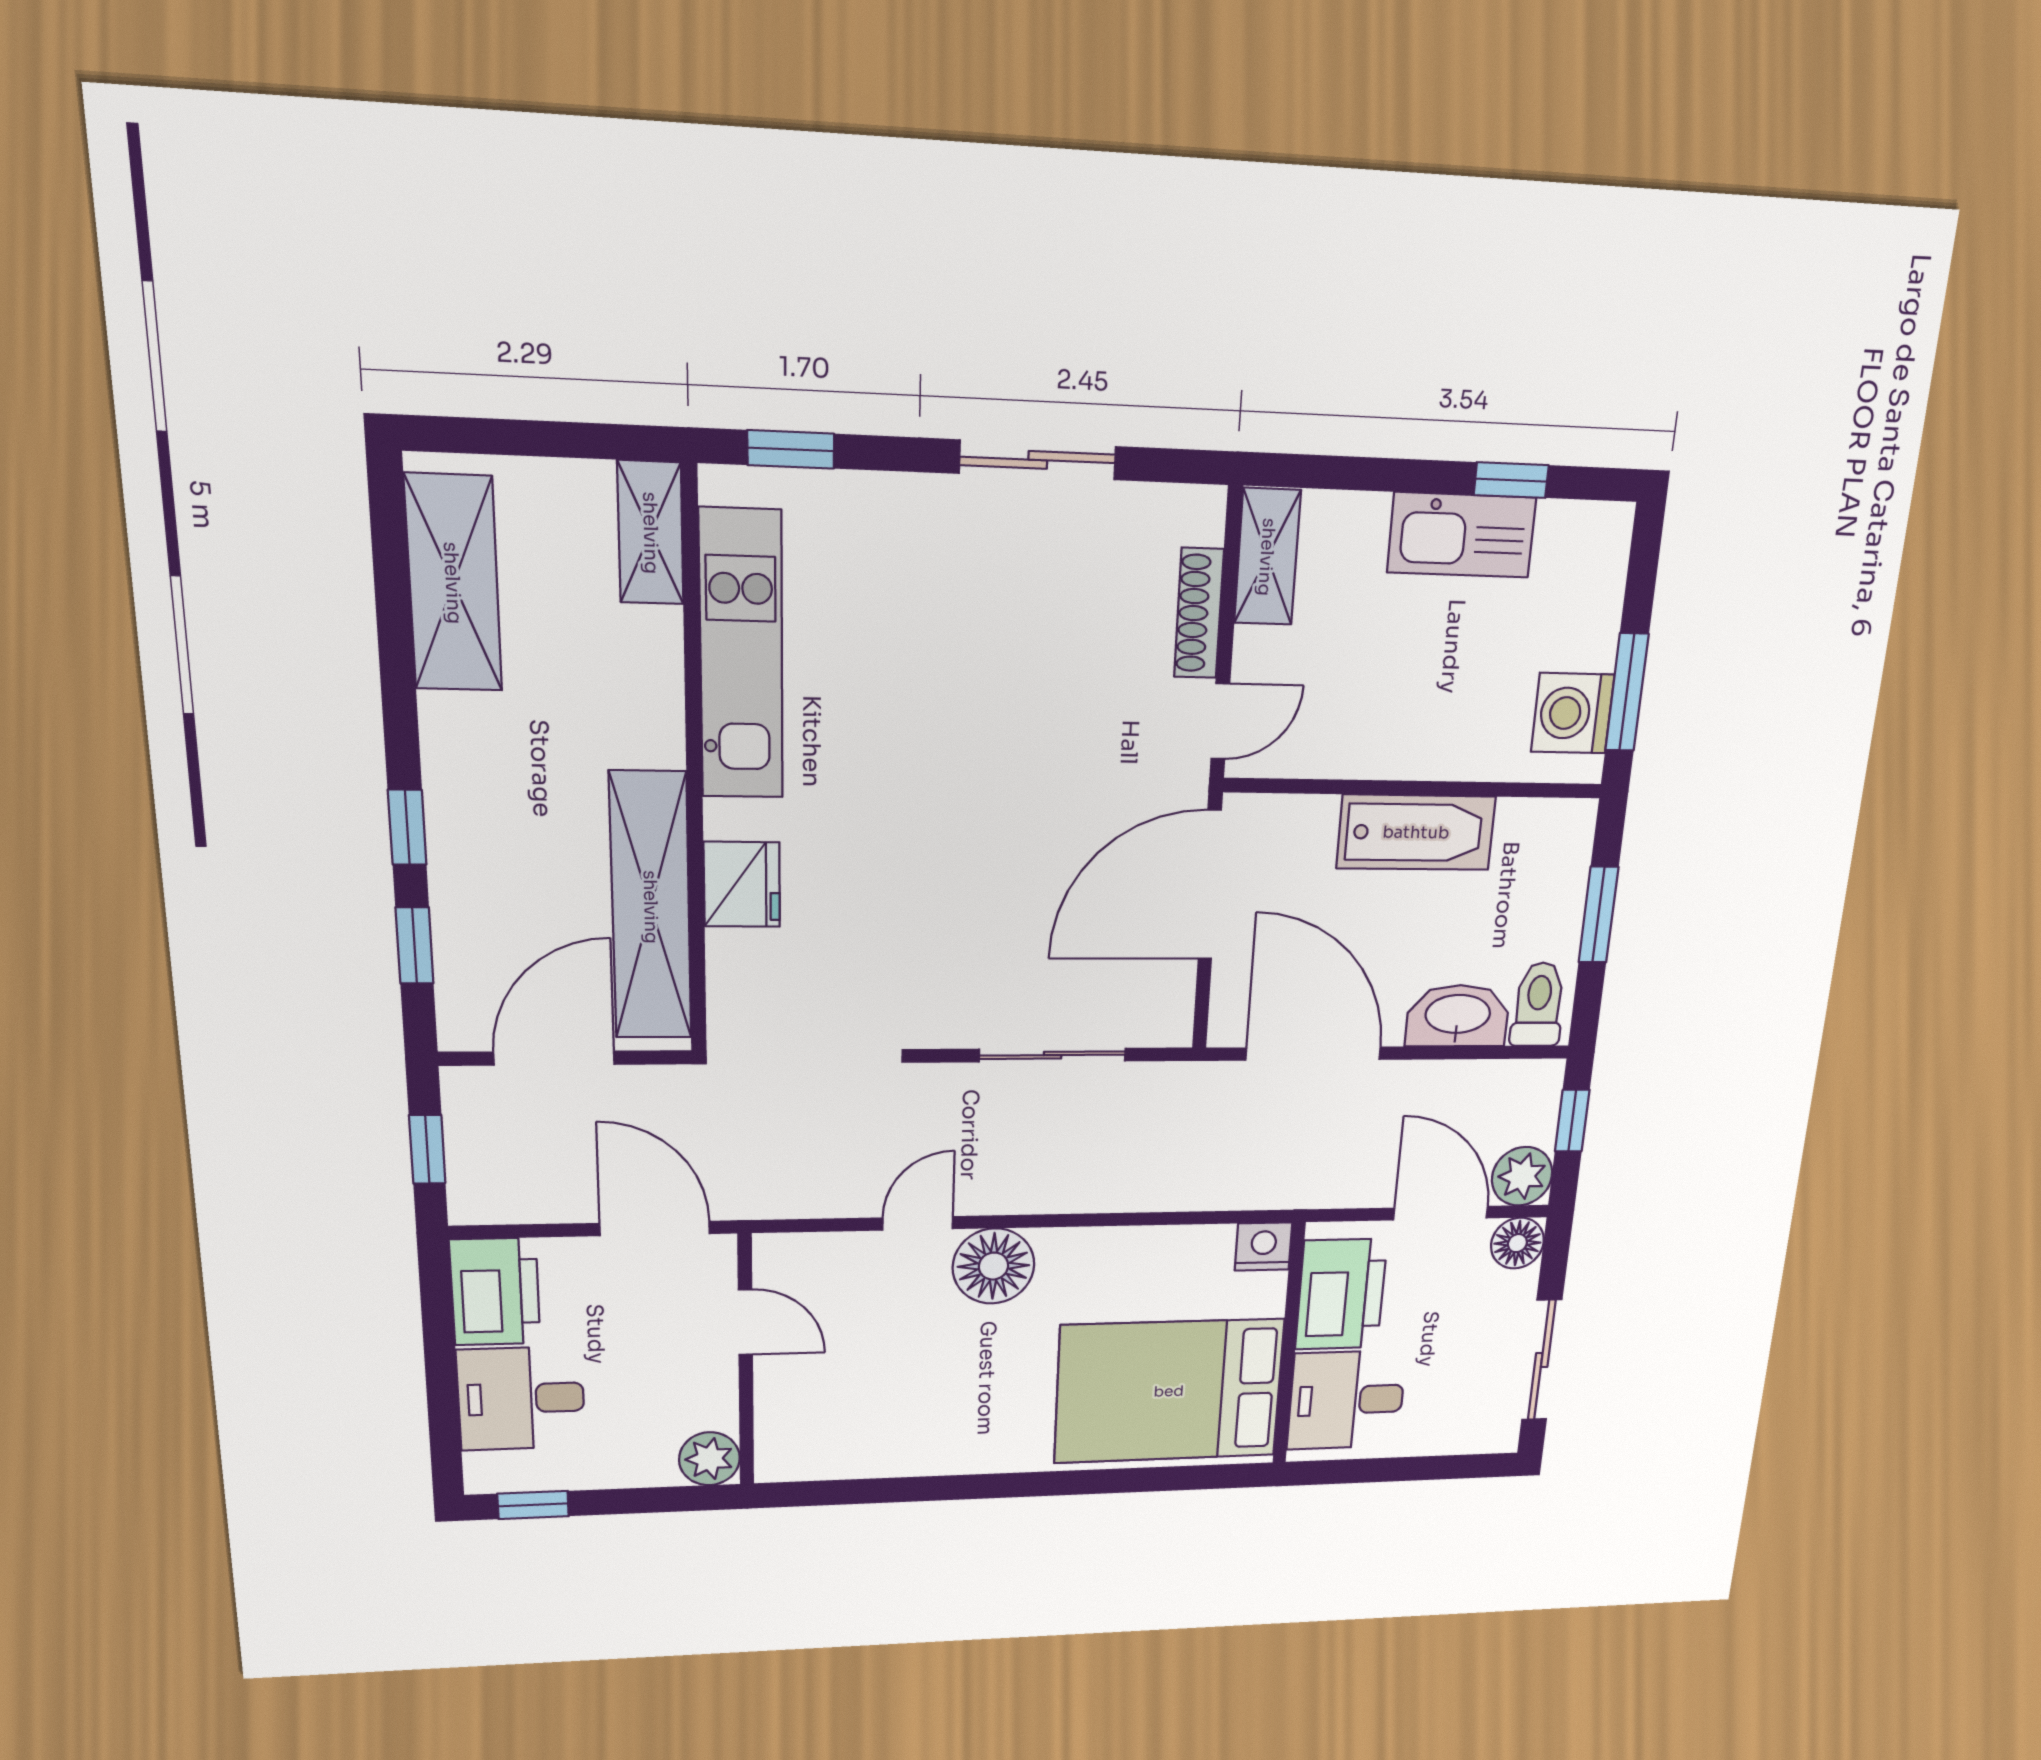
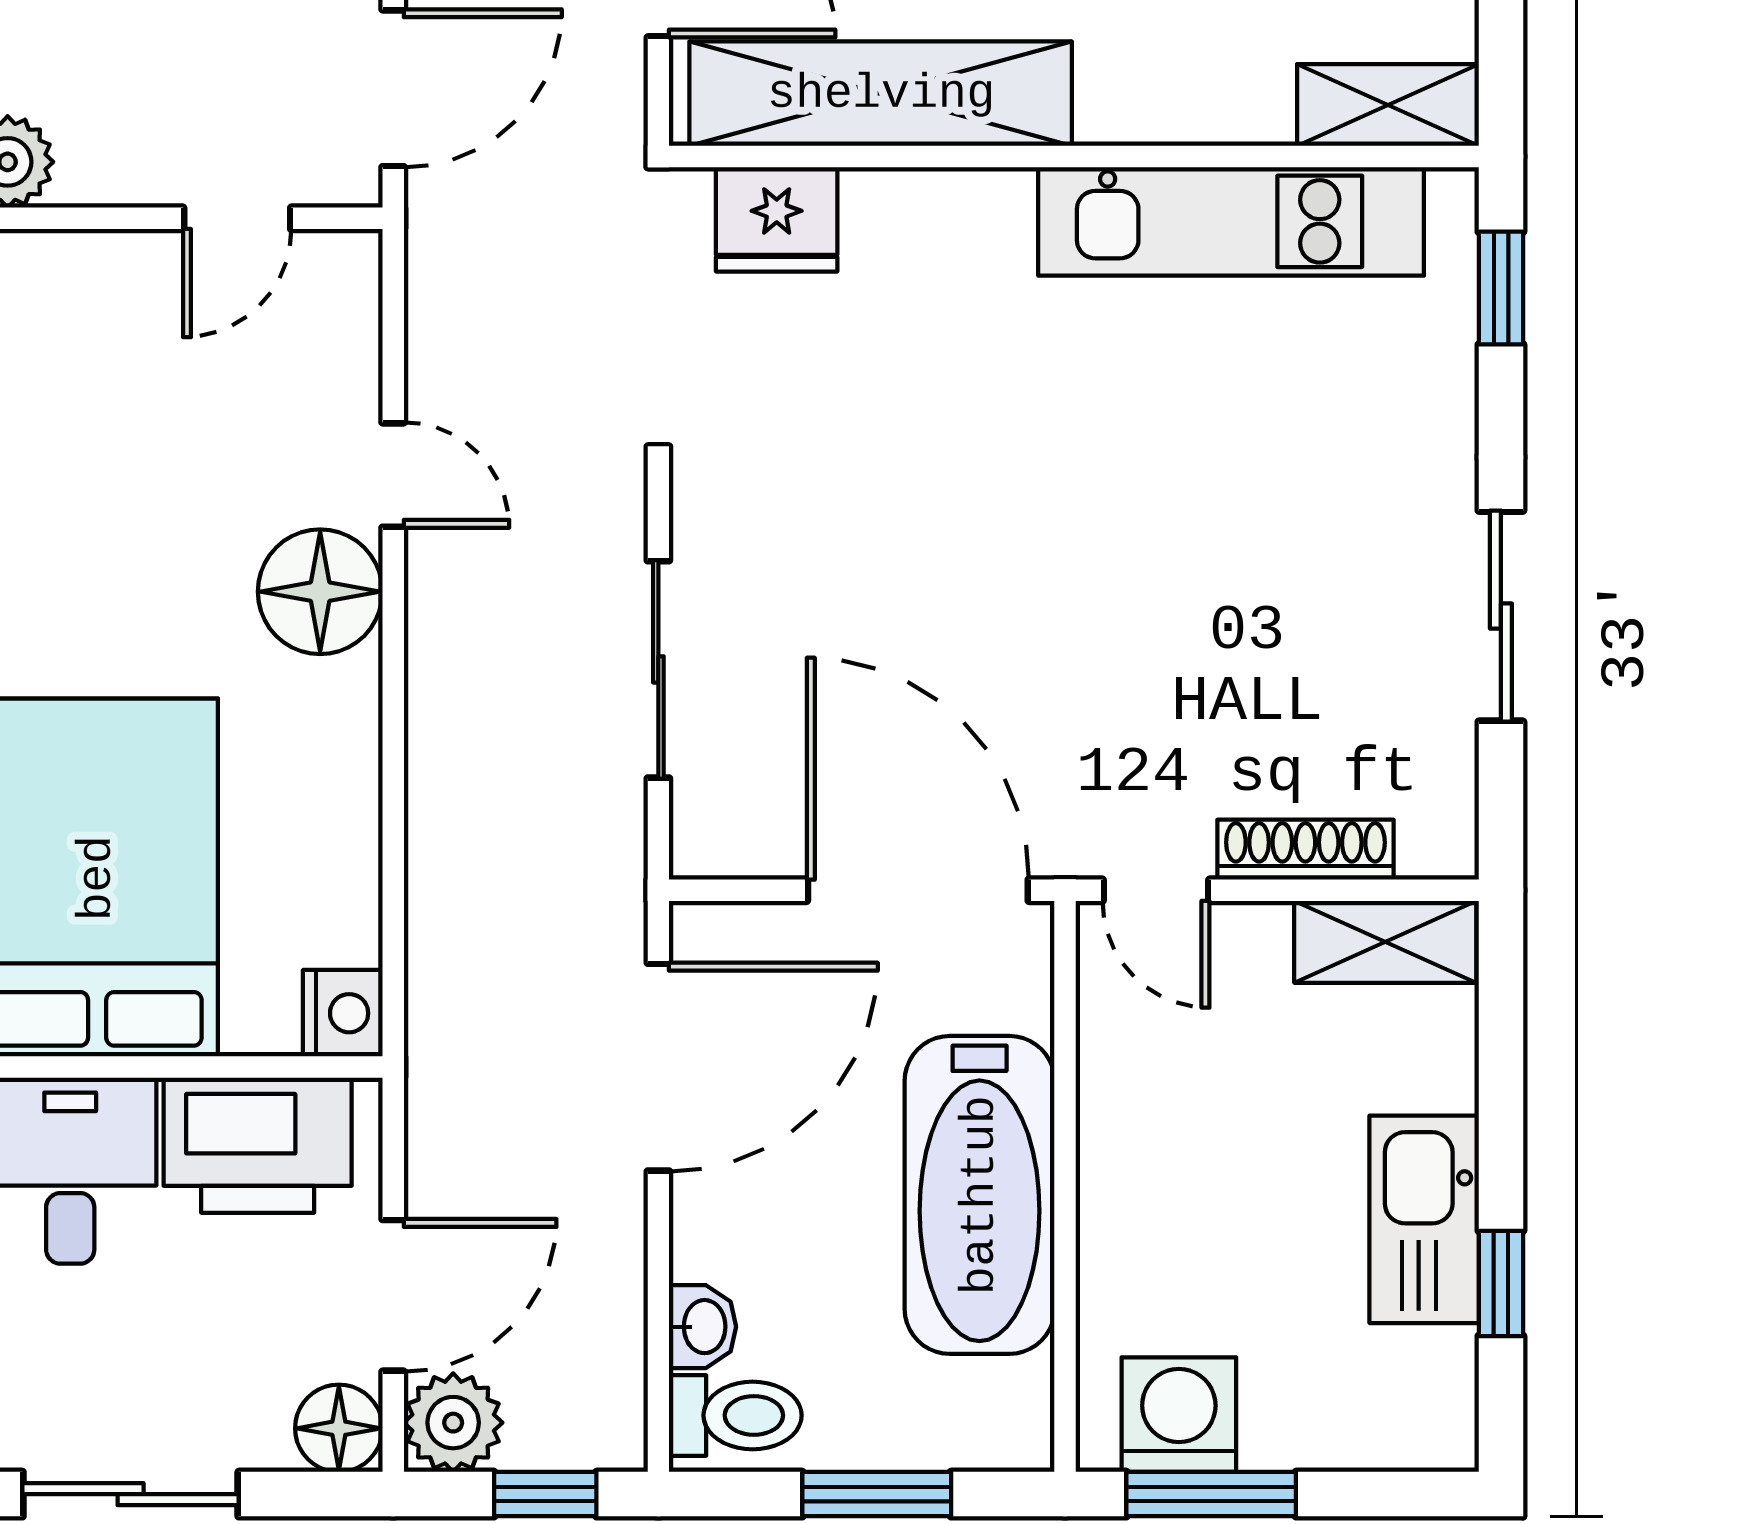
bathtub: (1416, 832) -> (980, 1195), width x1.36, depth x1.36
fridge: (742, 884) -> (777, 219), moved
washbasin: (1458, 1016) -> (703, 1327), width x0.52, depth x0.69

